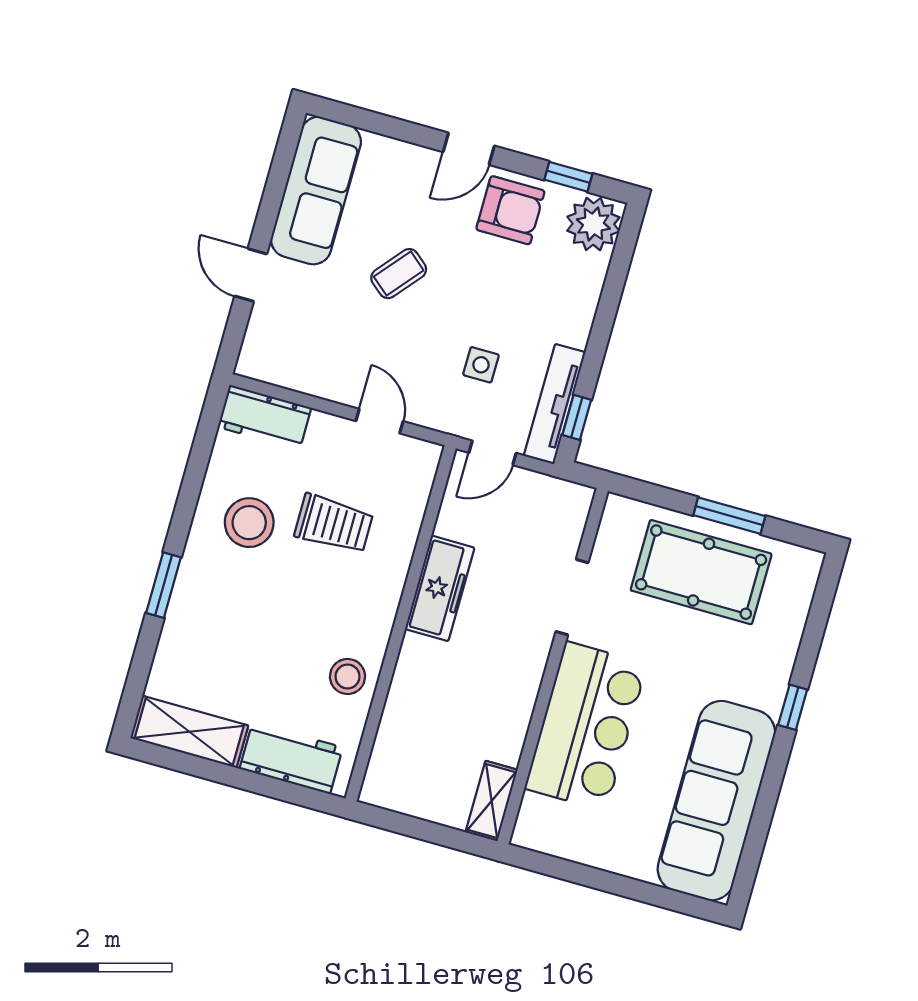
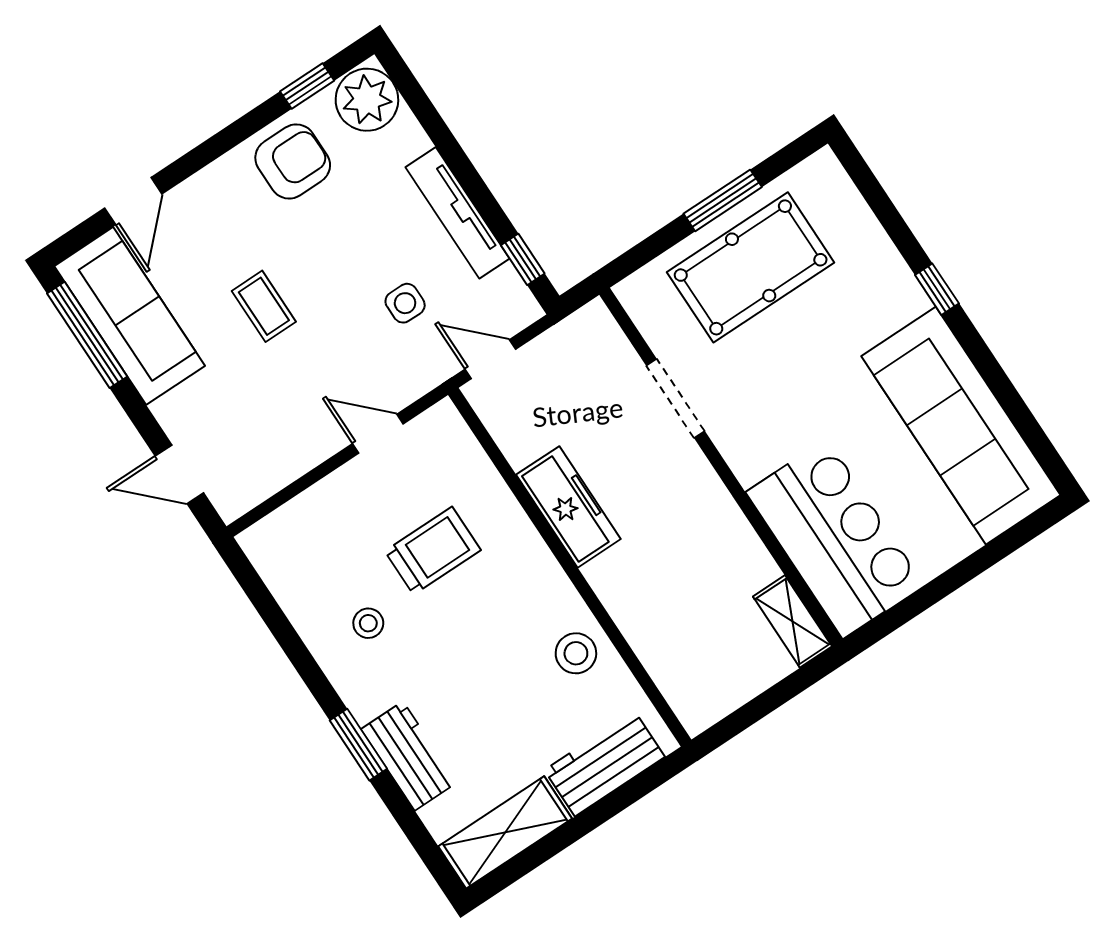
door: (469, 149) -> (133, 201), moved
window: (279, 173) -> (87, 335), added
coffee table: (399, 274) -> (264, 306), turned -40
door: (251, 275) -> (179, 474), moved
tv unit: (555, 404) -> (458, 213), moved
workbench: (265, 417) -> (409, 756), moved, turned -90
door: (493, 453) -> (490, 359), swing flipped
stool: (249, 523) -> (368, 623), width x0.53, depth x0.53
bar counter: (586, 726) -> (835, 539), moved

